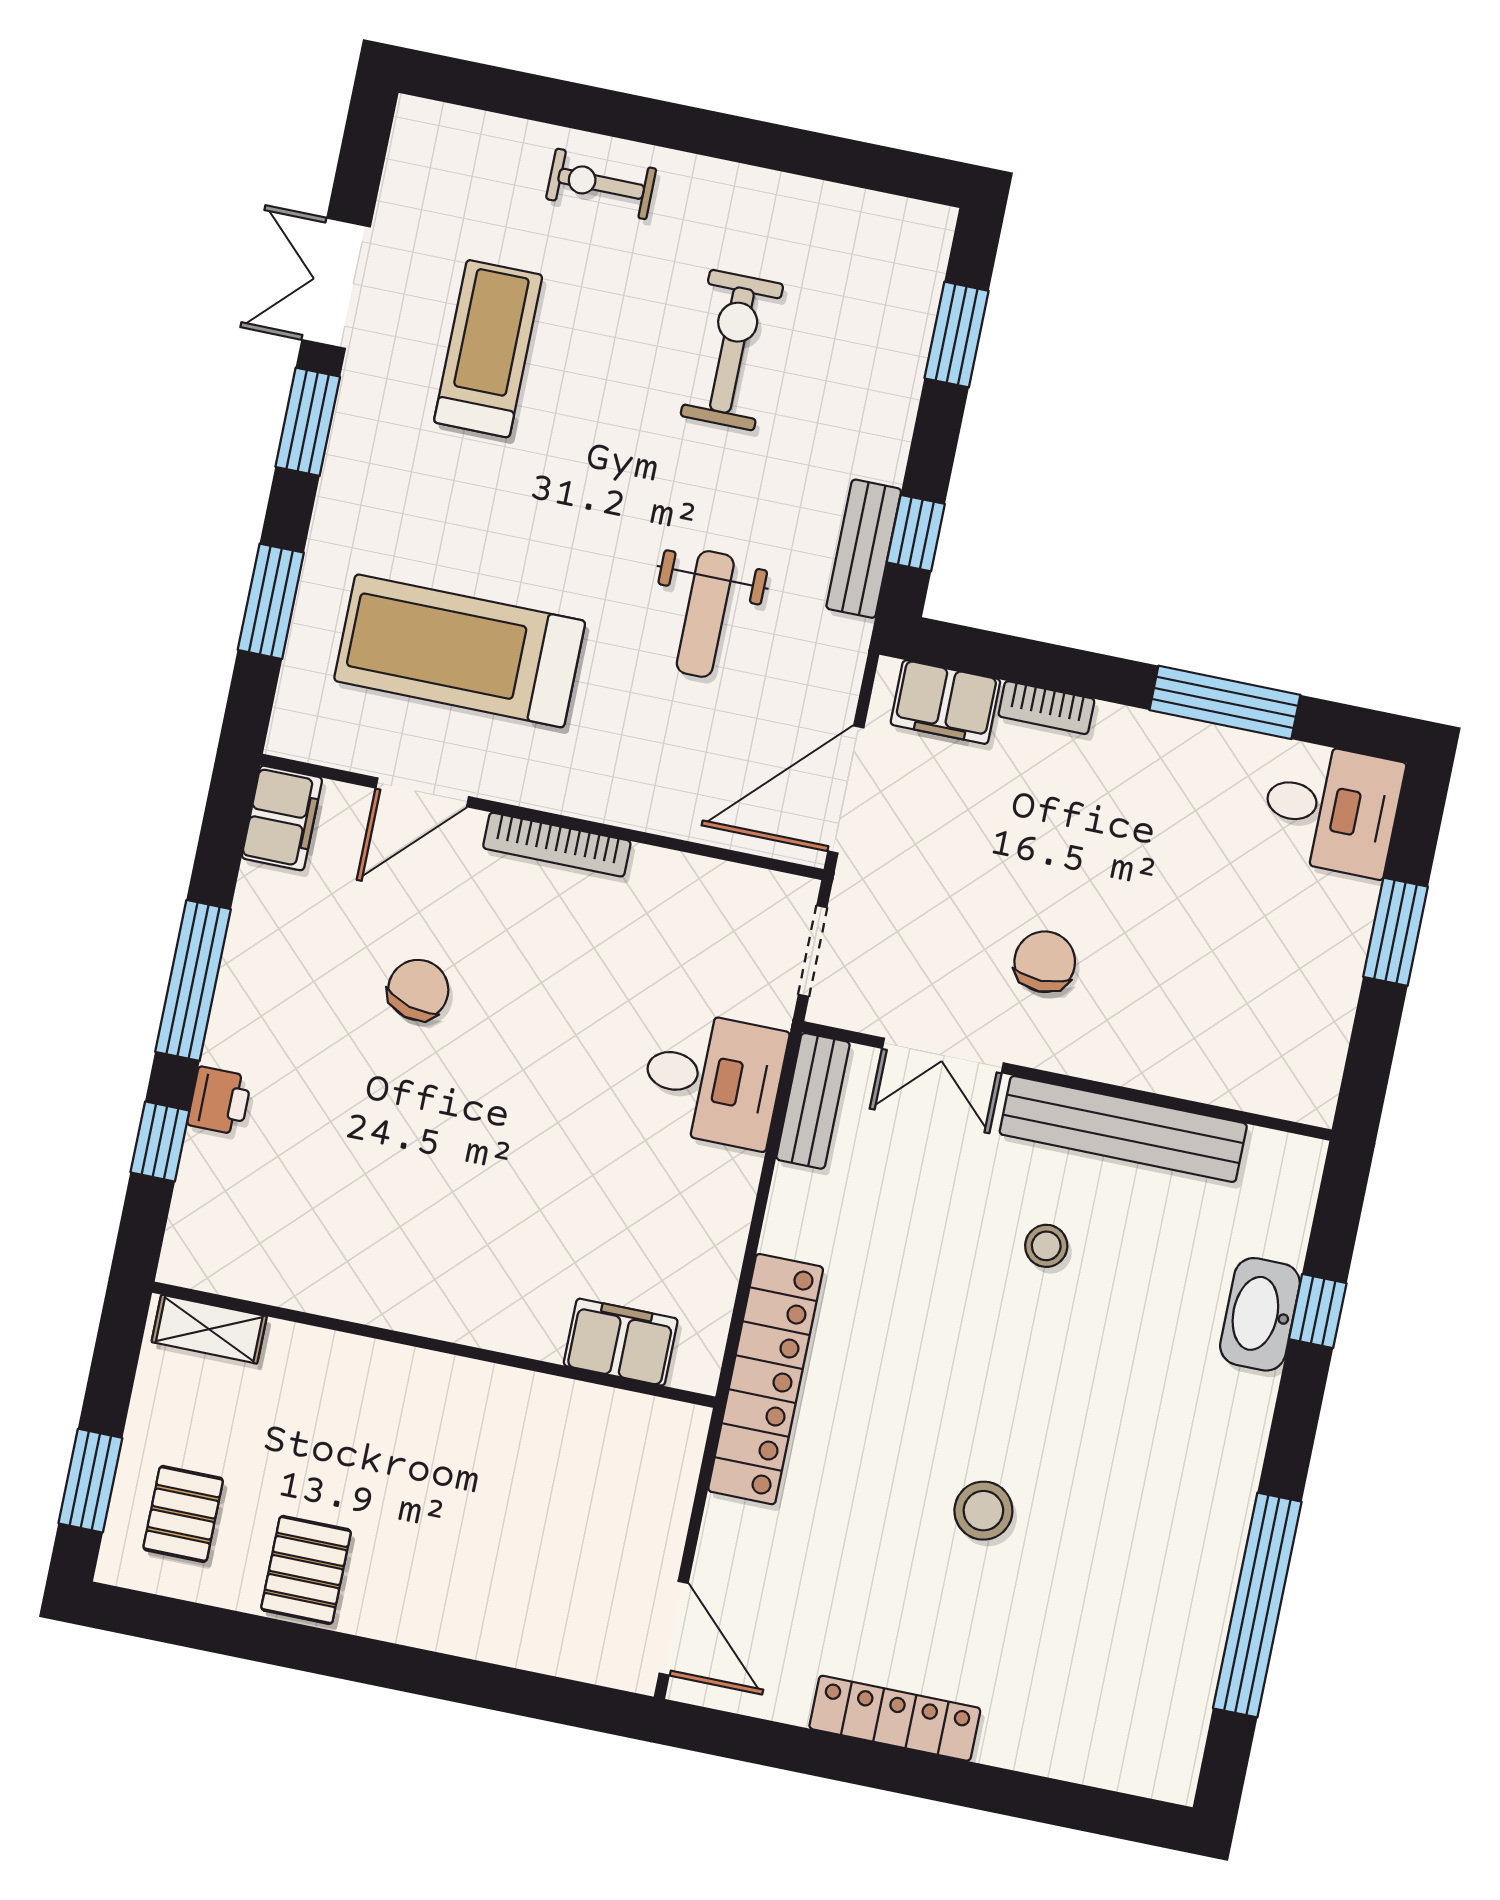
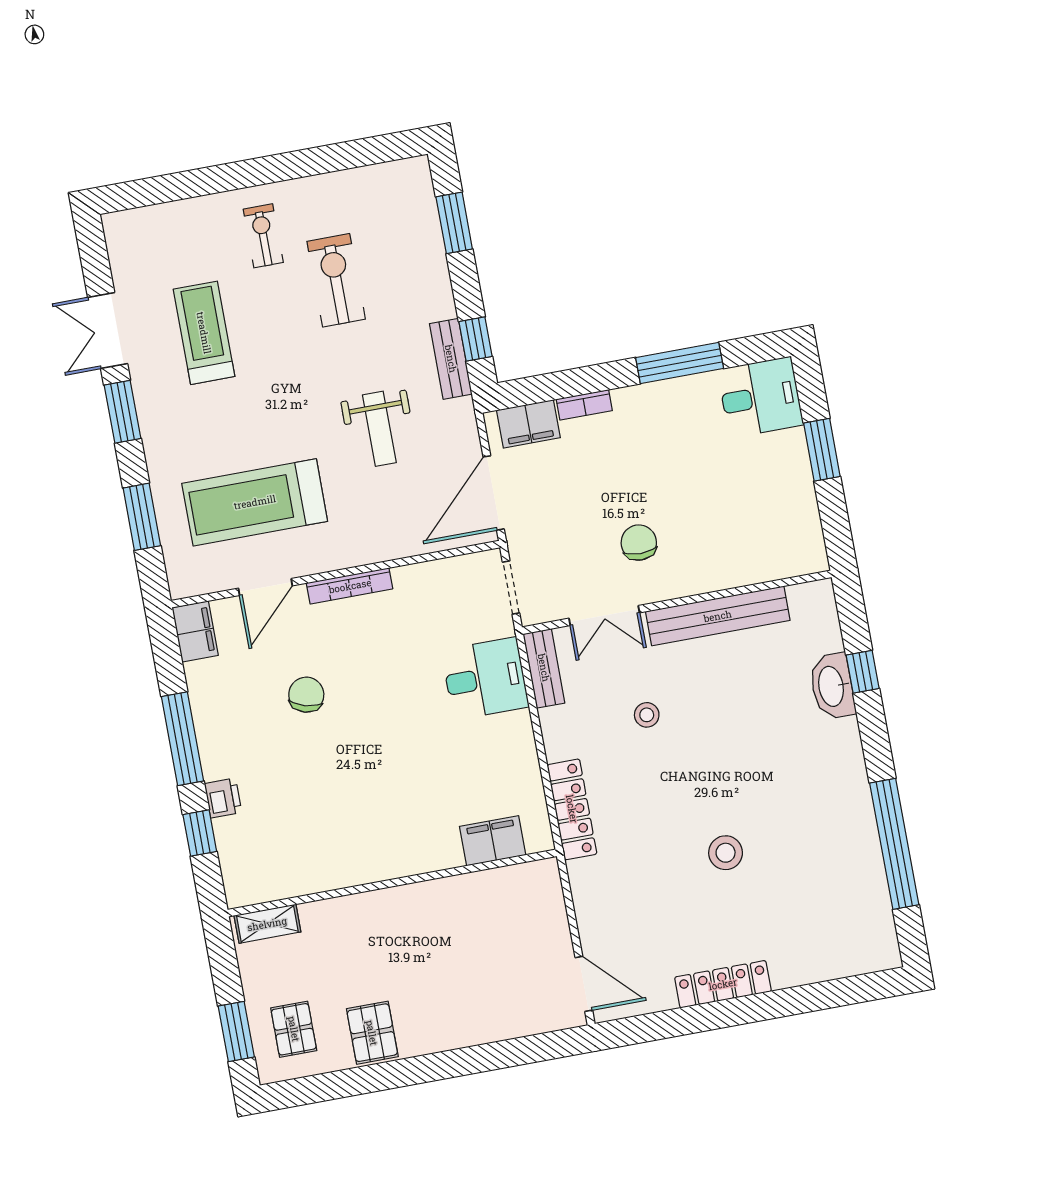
exercise bike: (601, 184) -> (263, 236), moved, turned 90
stool: (1046, 1246) -> (647, 715), moved
locker: (766, 1379) -> (572, 809), width x0.71, depth x0.83

